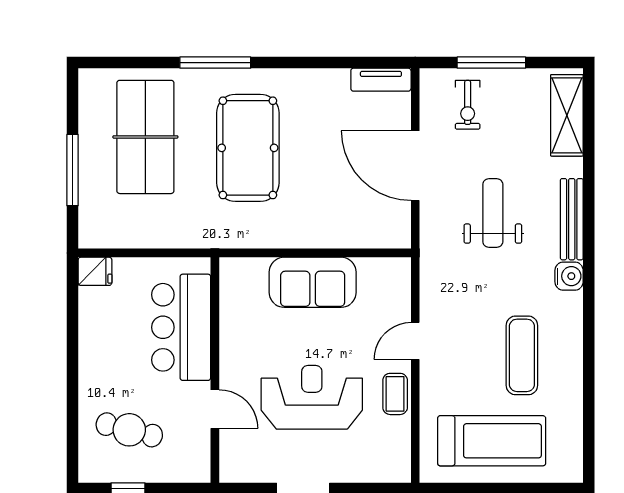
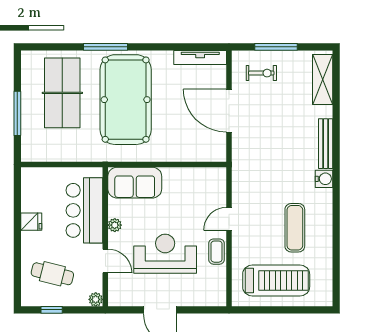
tv unit: (381, 80) -> (200, 57), width x1.41
exercise bike: (468, 105) -> (261, 73), turned -90
pool table: (248, 148) -> (126, 100), width x1.36, depth x1.32
weight bench: (493, 213) -> (277, 140), removed
fridge: (95, 271) -> (31, 222), moved
sofa: (313, 282) -> (135, 183), moved
plant: (230, 351) -> (115, 225), added
plant: (199, 472) -> (96, 299), added

